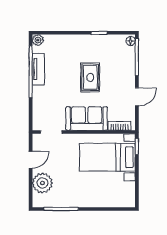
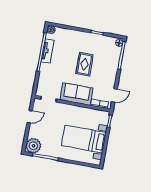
door: (137, 97) -> (114, 95), moved
bed with nightstands: (107, 157) -> (84, 139), moved
plant: (42, 183) -> (33, 146), moved

